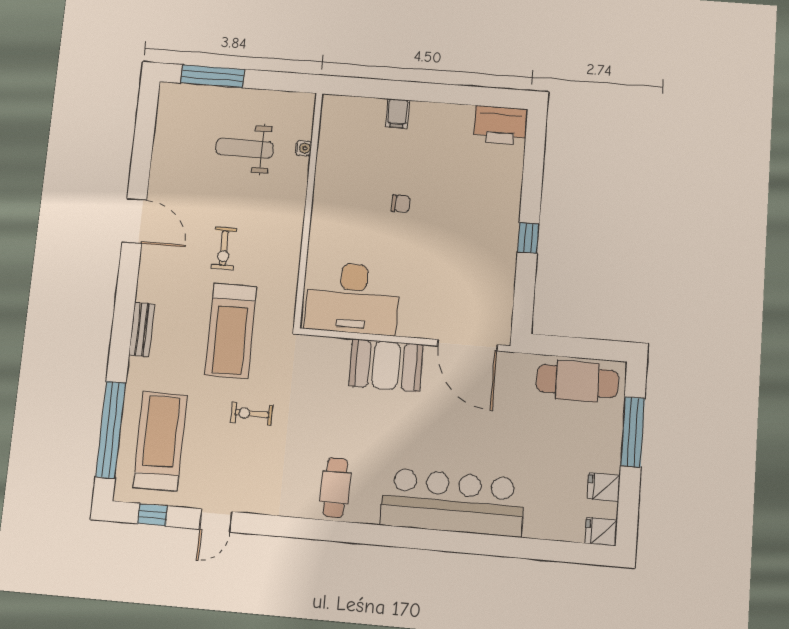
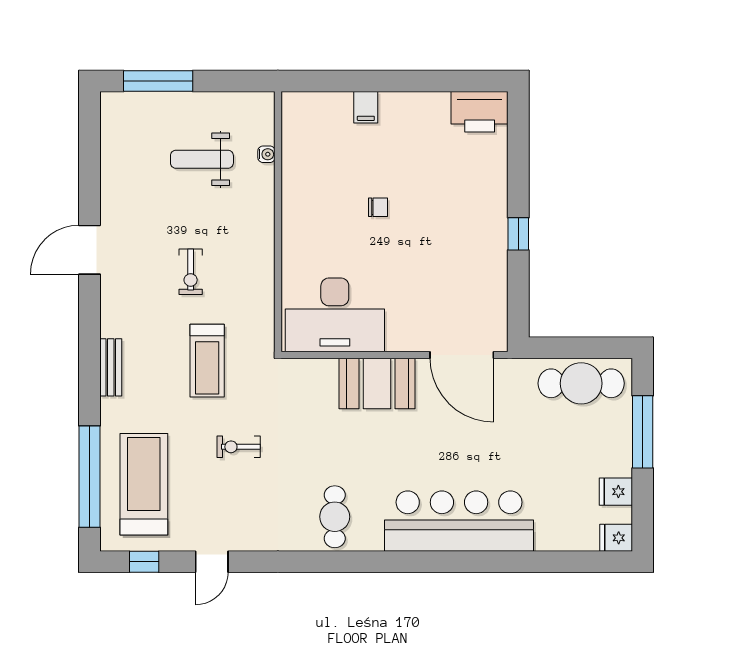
door: (134, 221) -> (89, 250), swing flipped
treadmill: (231, 331) -> (207, 361), width x0.73, depth x0.73

